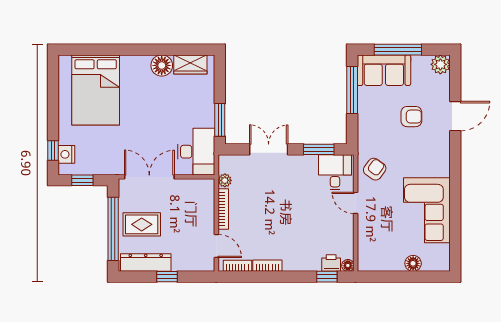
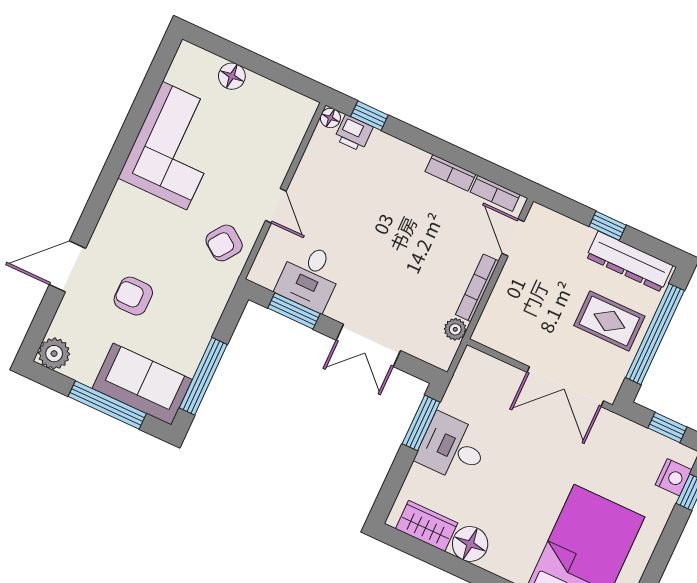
desk: (196, 152) -> (452, 448), moved, width x0.73
desk: (335, 172) -> (310, 277), moved

